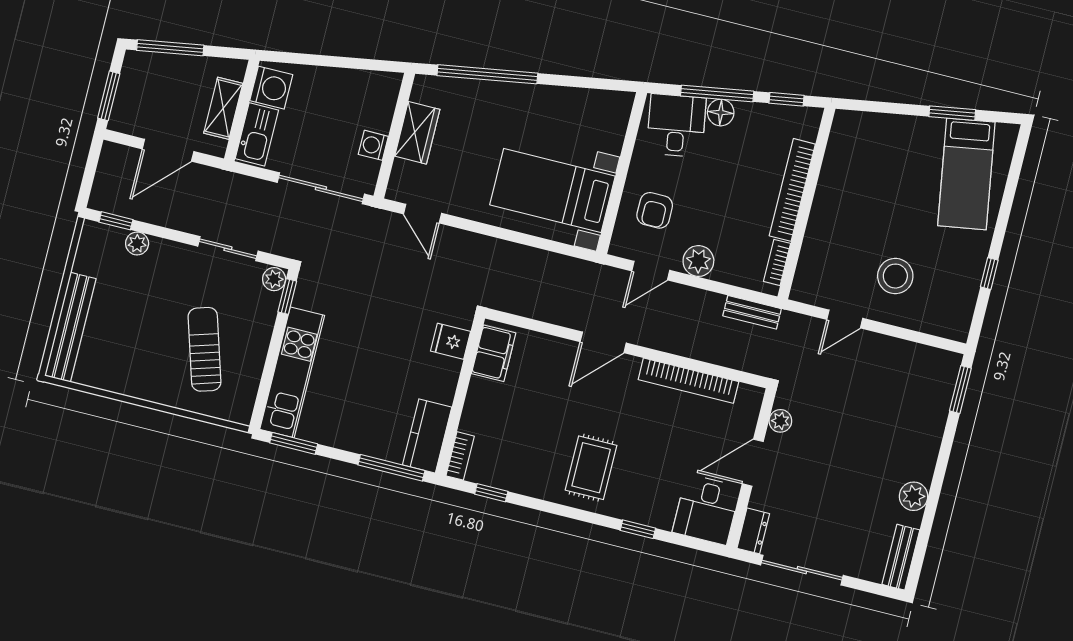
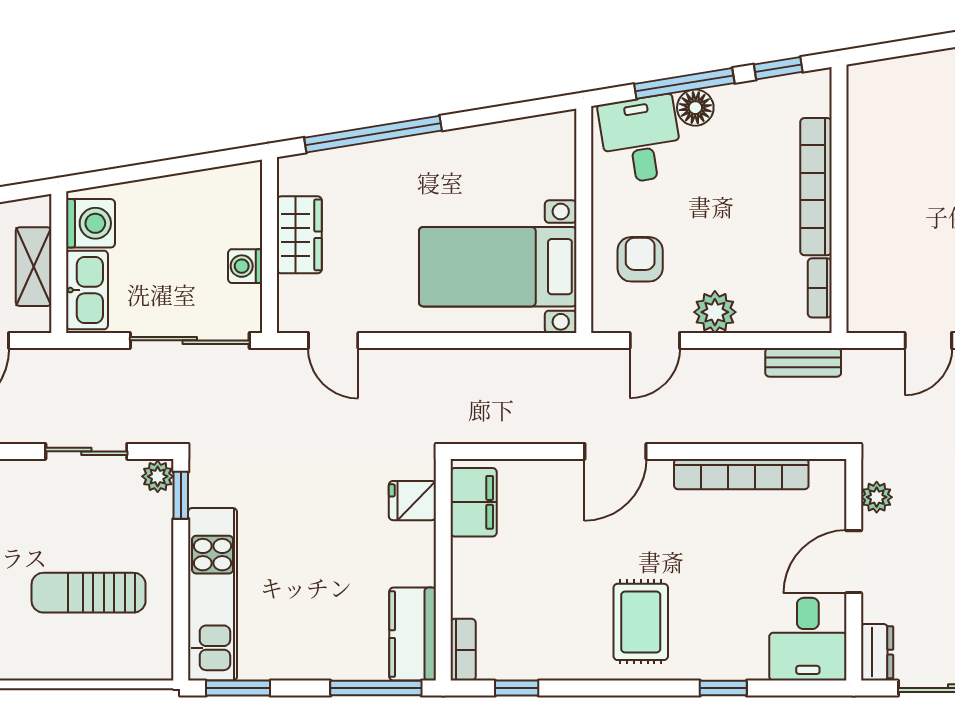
armchair: (655, 210) -> (640, 259), turned 180
sun lounger: (204, 349) -> (89, 593), turned -73

